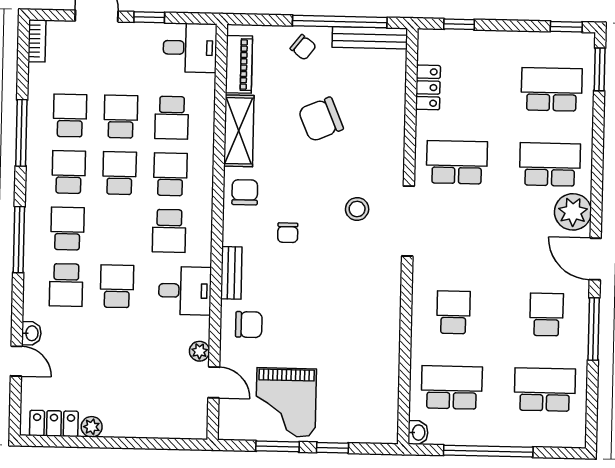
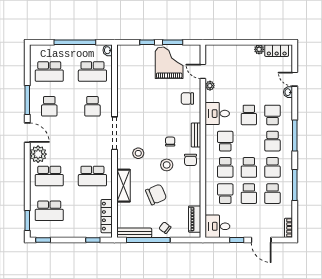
locker: (428, 87) -> (107, 216), width x1.53
shelving: (239, 131) -> (123, 186), moved
stool: (296, 182) -> (167, 165), added
doorway: (408, 221) -> (114, 133), moved
bench: (231, 273) -> (196, 135), moved

